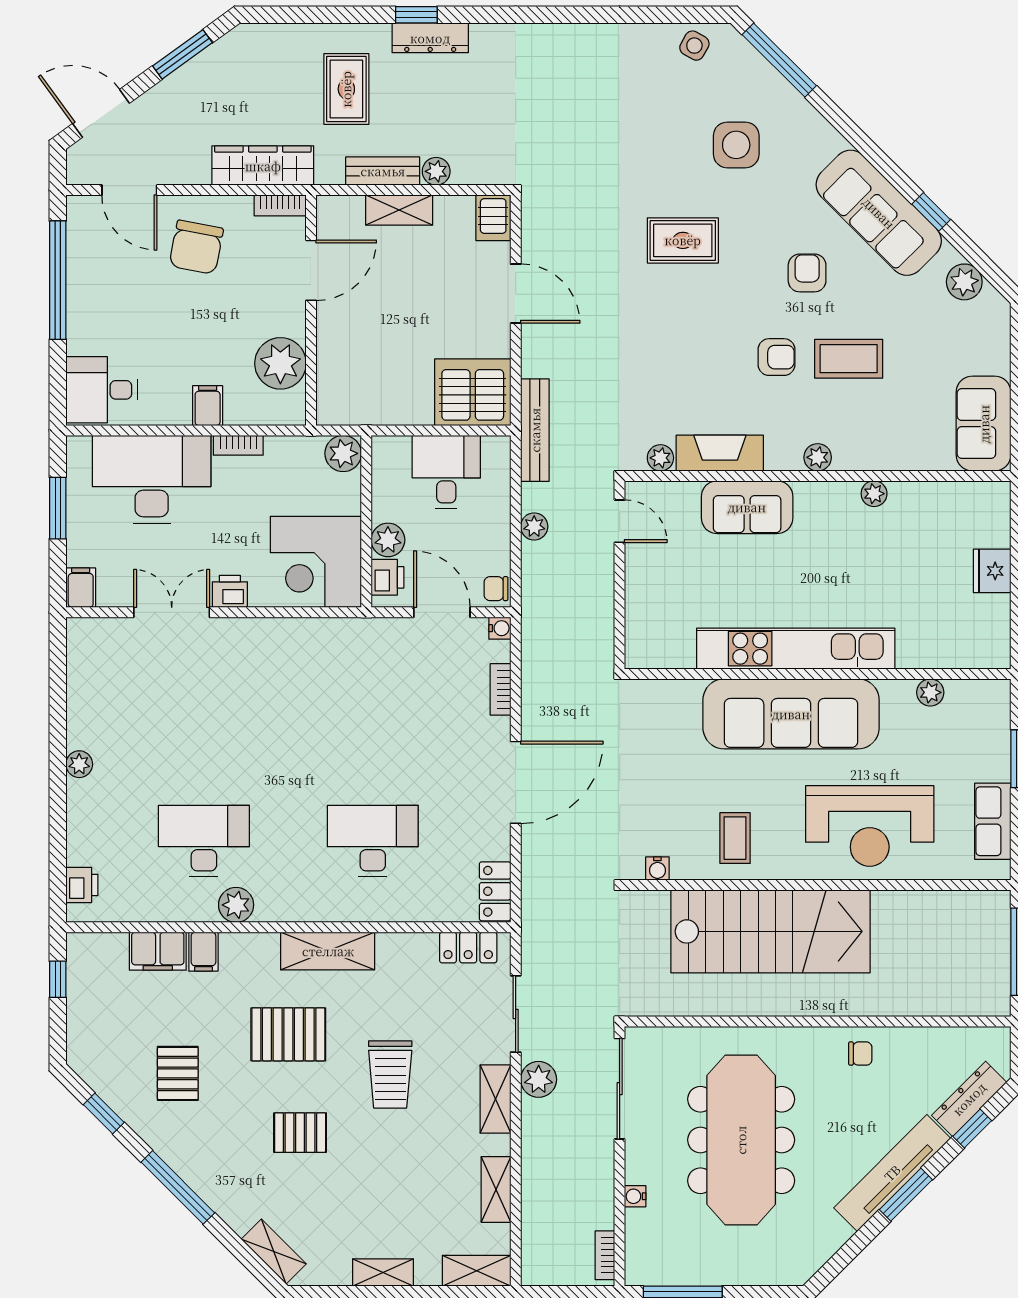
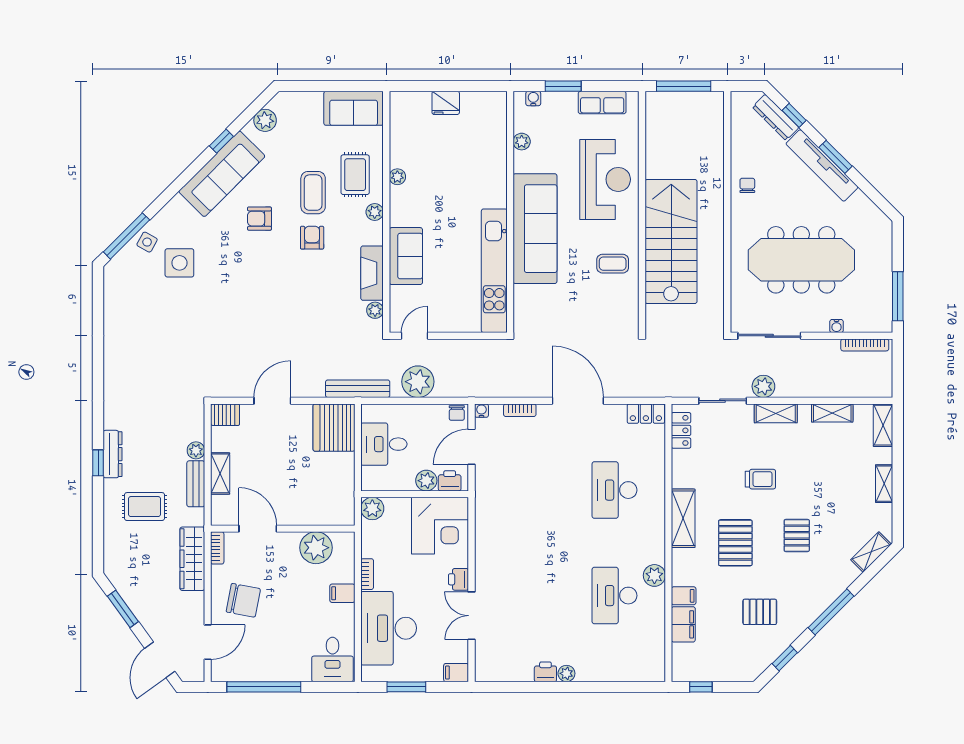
side table: (694, 46) -> (147, 242), moved
rug: (683, 240) -> (355, 175), moved
plant: (534, 526) -> (418, 382), width x1.88, depth x1.88
kitchen unit: (796, 649) -> (494, 271), moved
water cooler: (657, 868) -> (533, 99), moved, turned -90
printer: (82, 885) -> (545, 672), moved
trolley: (390, 1075) -> (760, 479), width x0.73, depth x0.72
bookcase: (605, 1255) -> (865, 345), width x1.56

